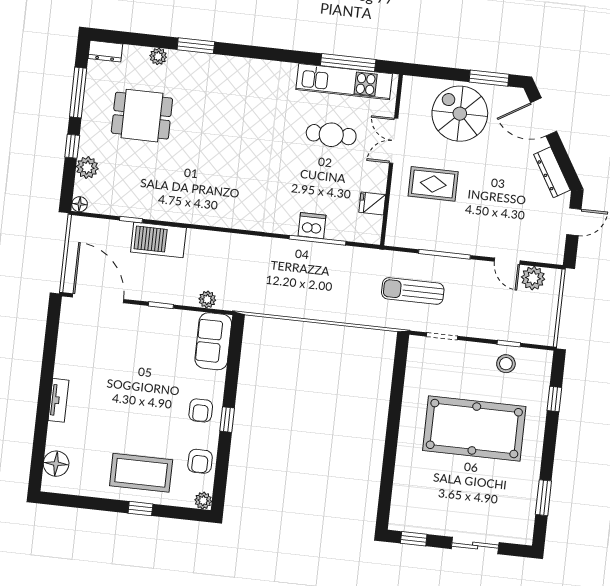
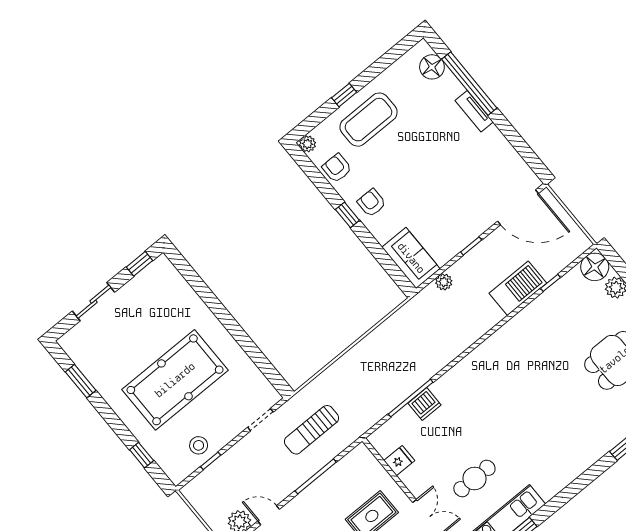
floor lamp: (80, 204) -> (595, 267), width x1.89, depth x1.89
sun lounger: (413, 291) -> (312, 430), turned 180
window: (42, 424) -> (469, 84), added

